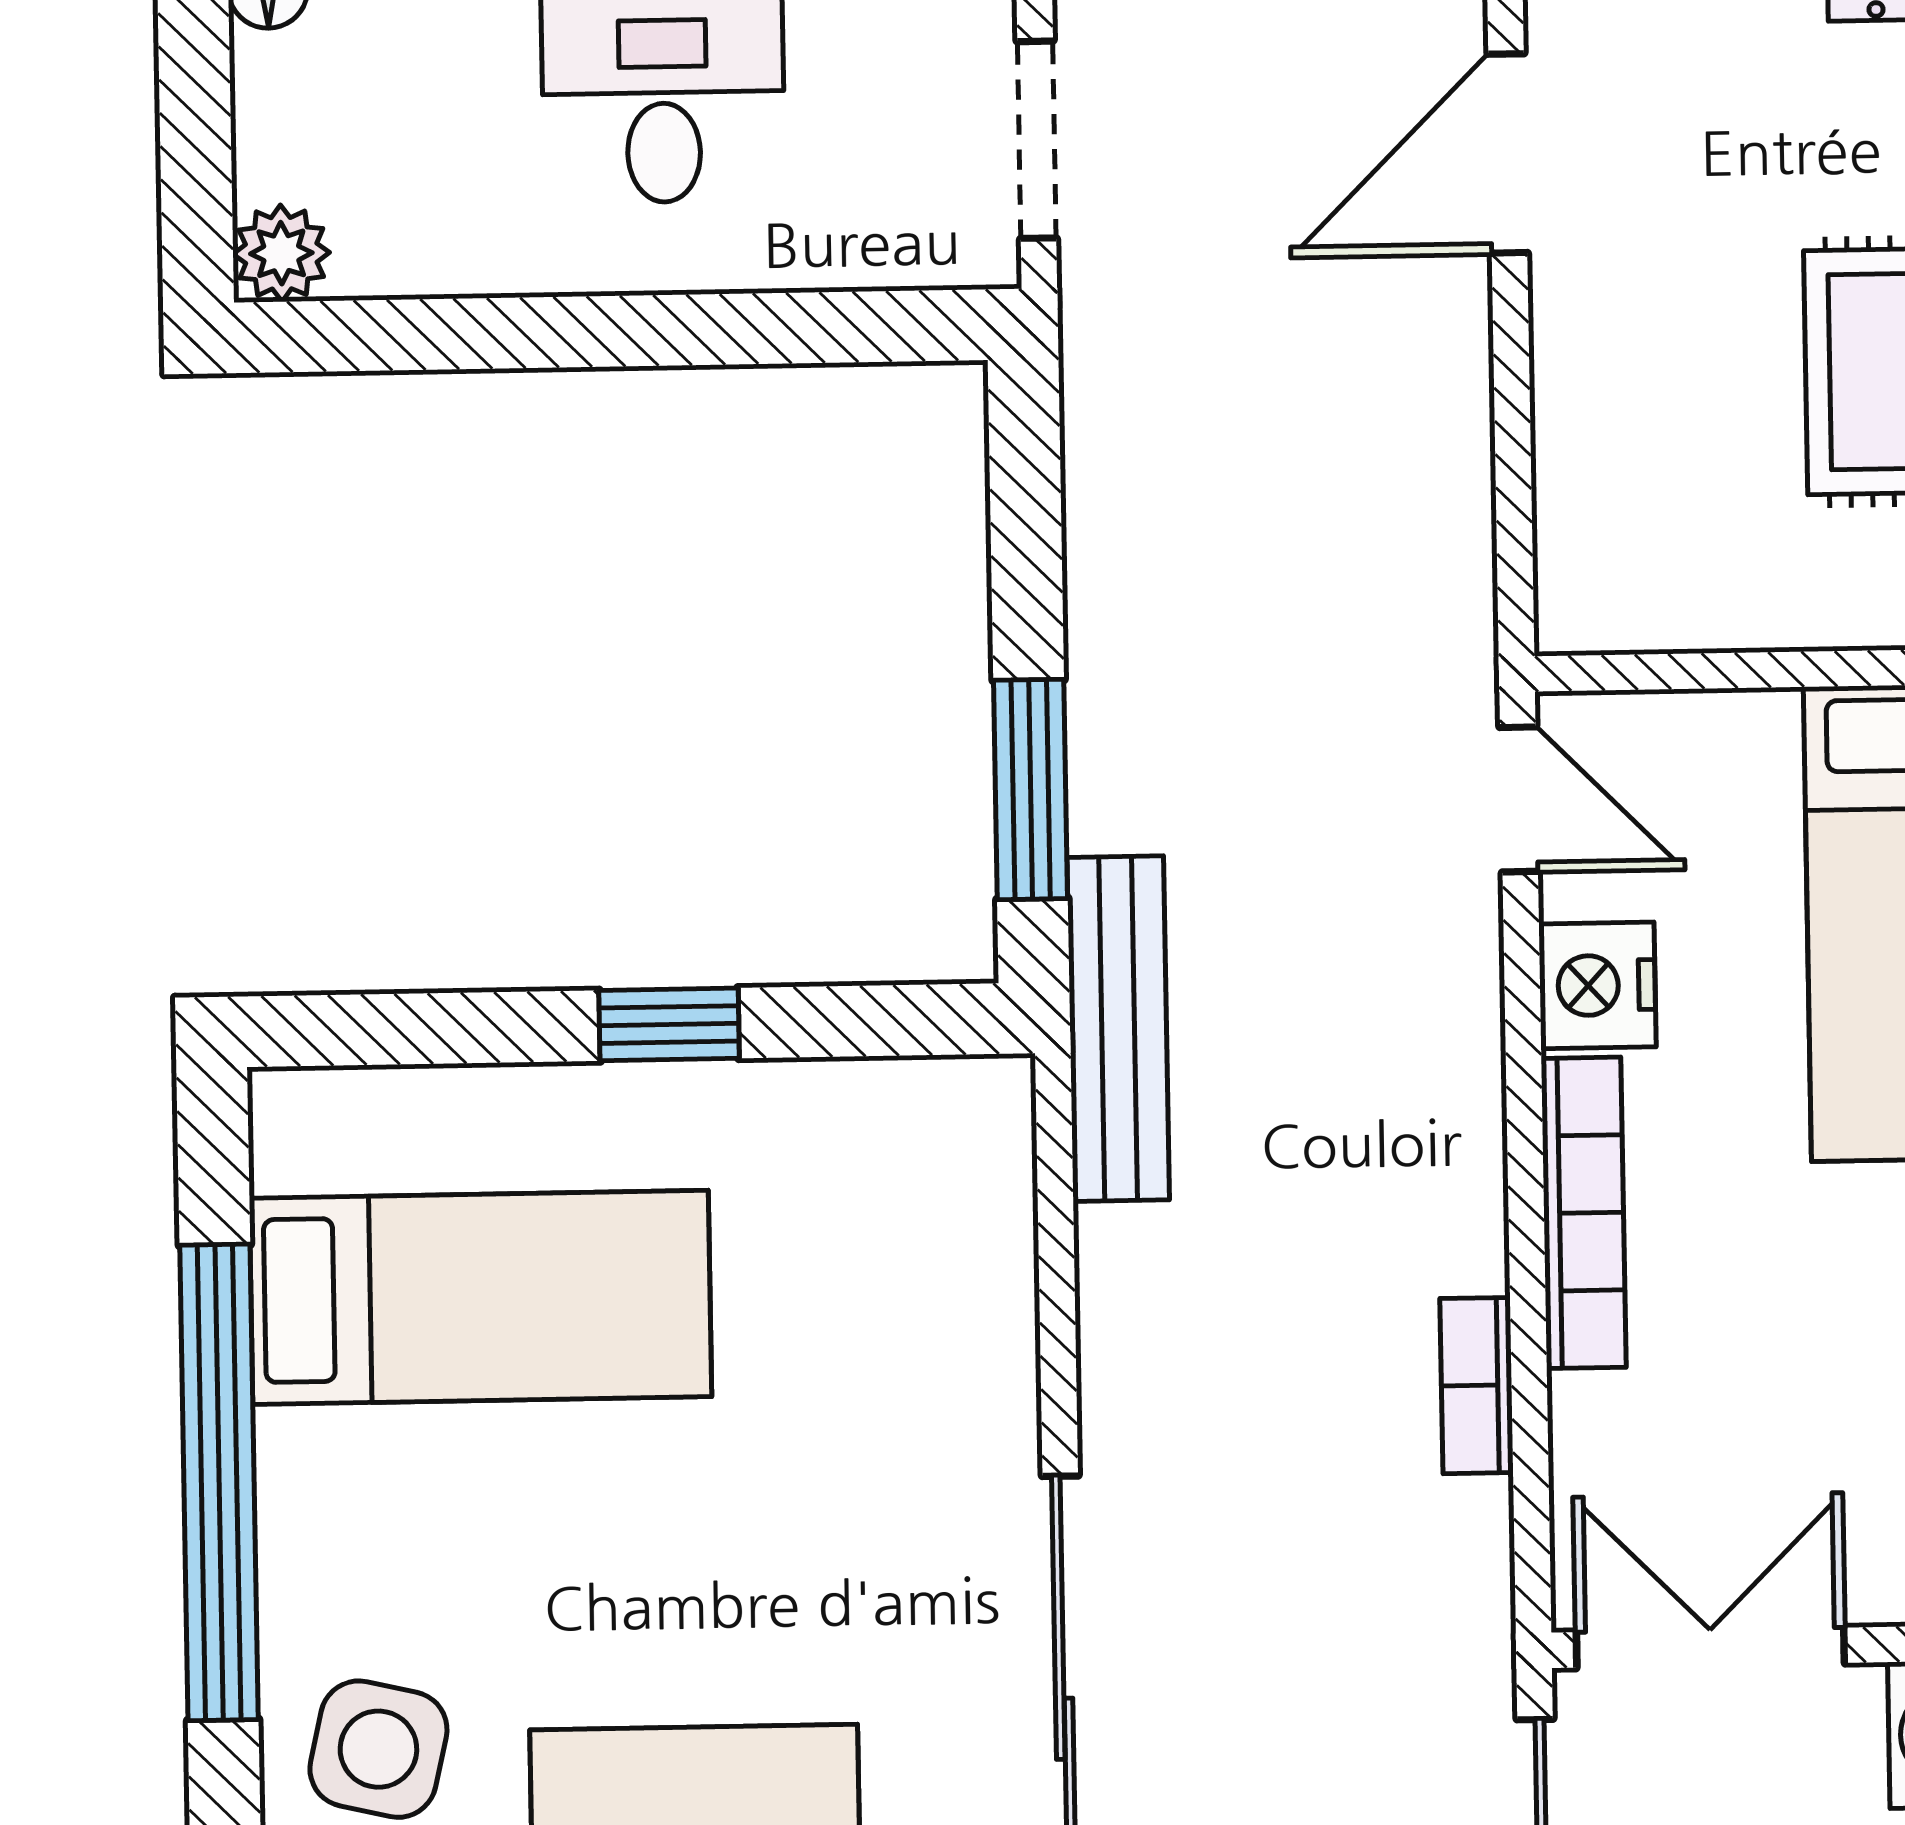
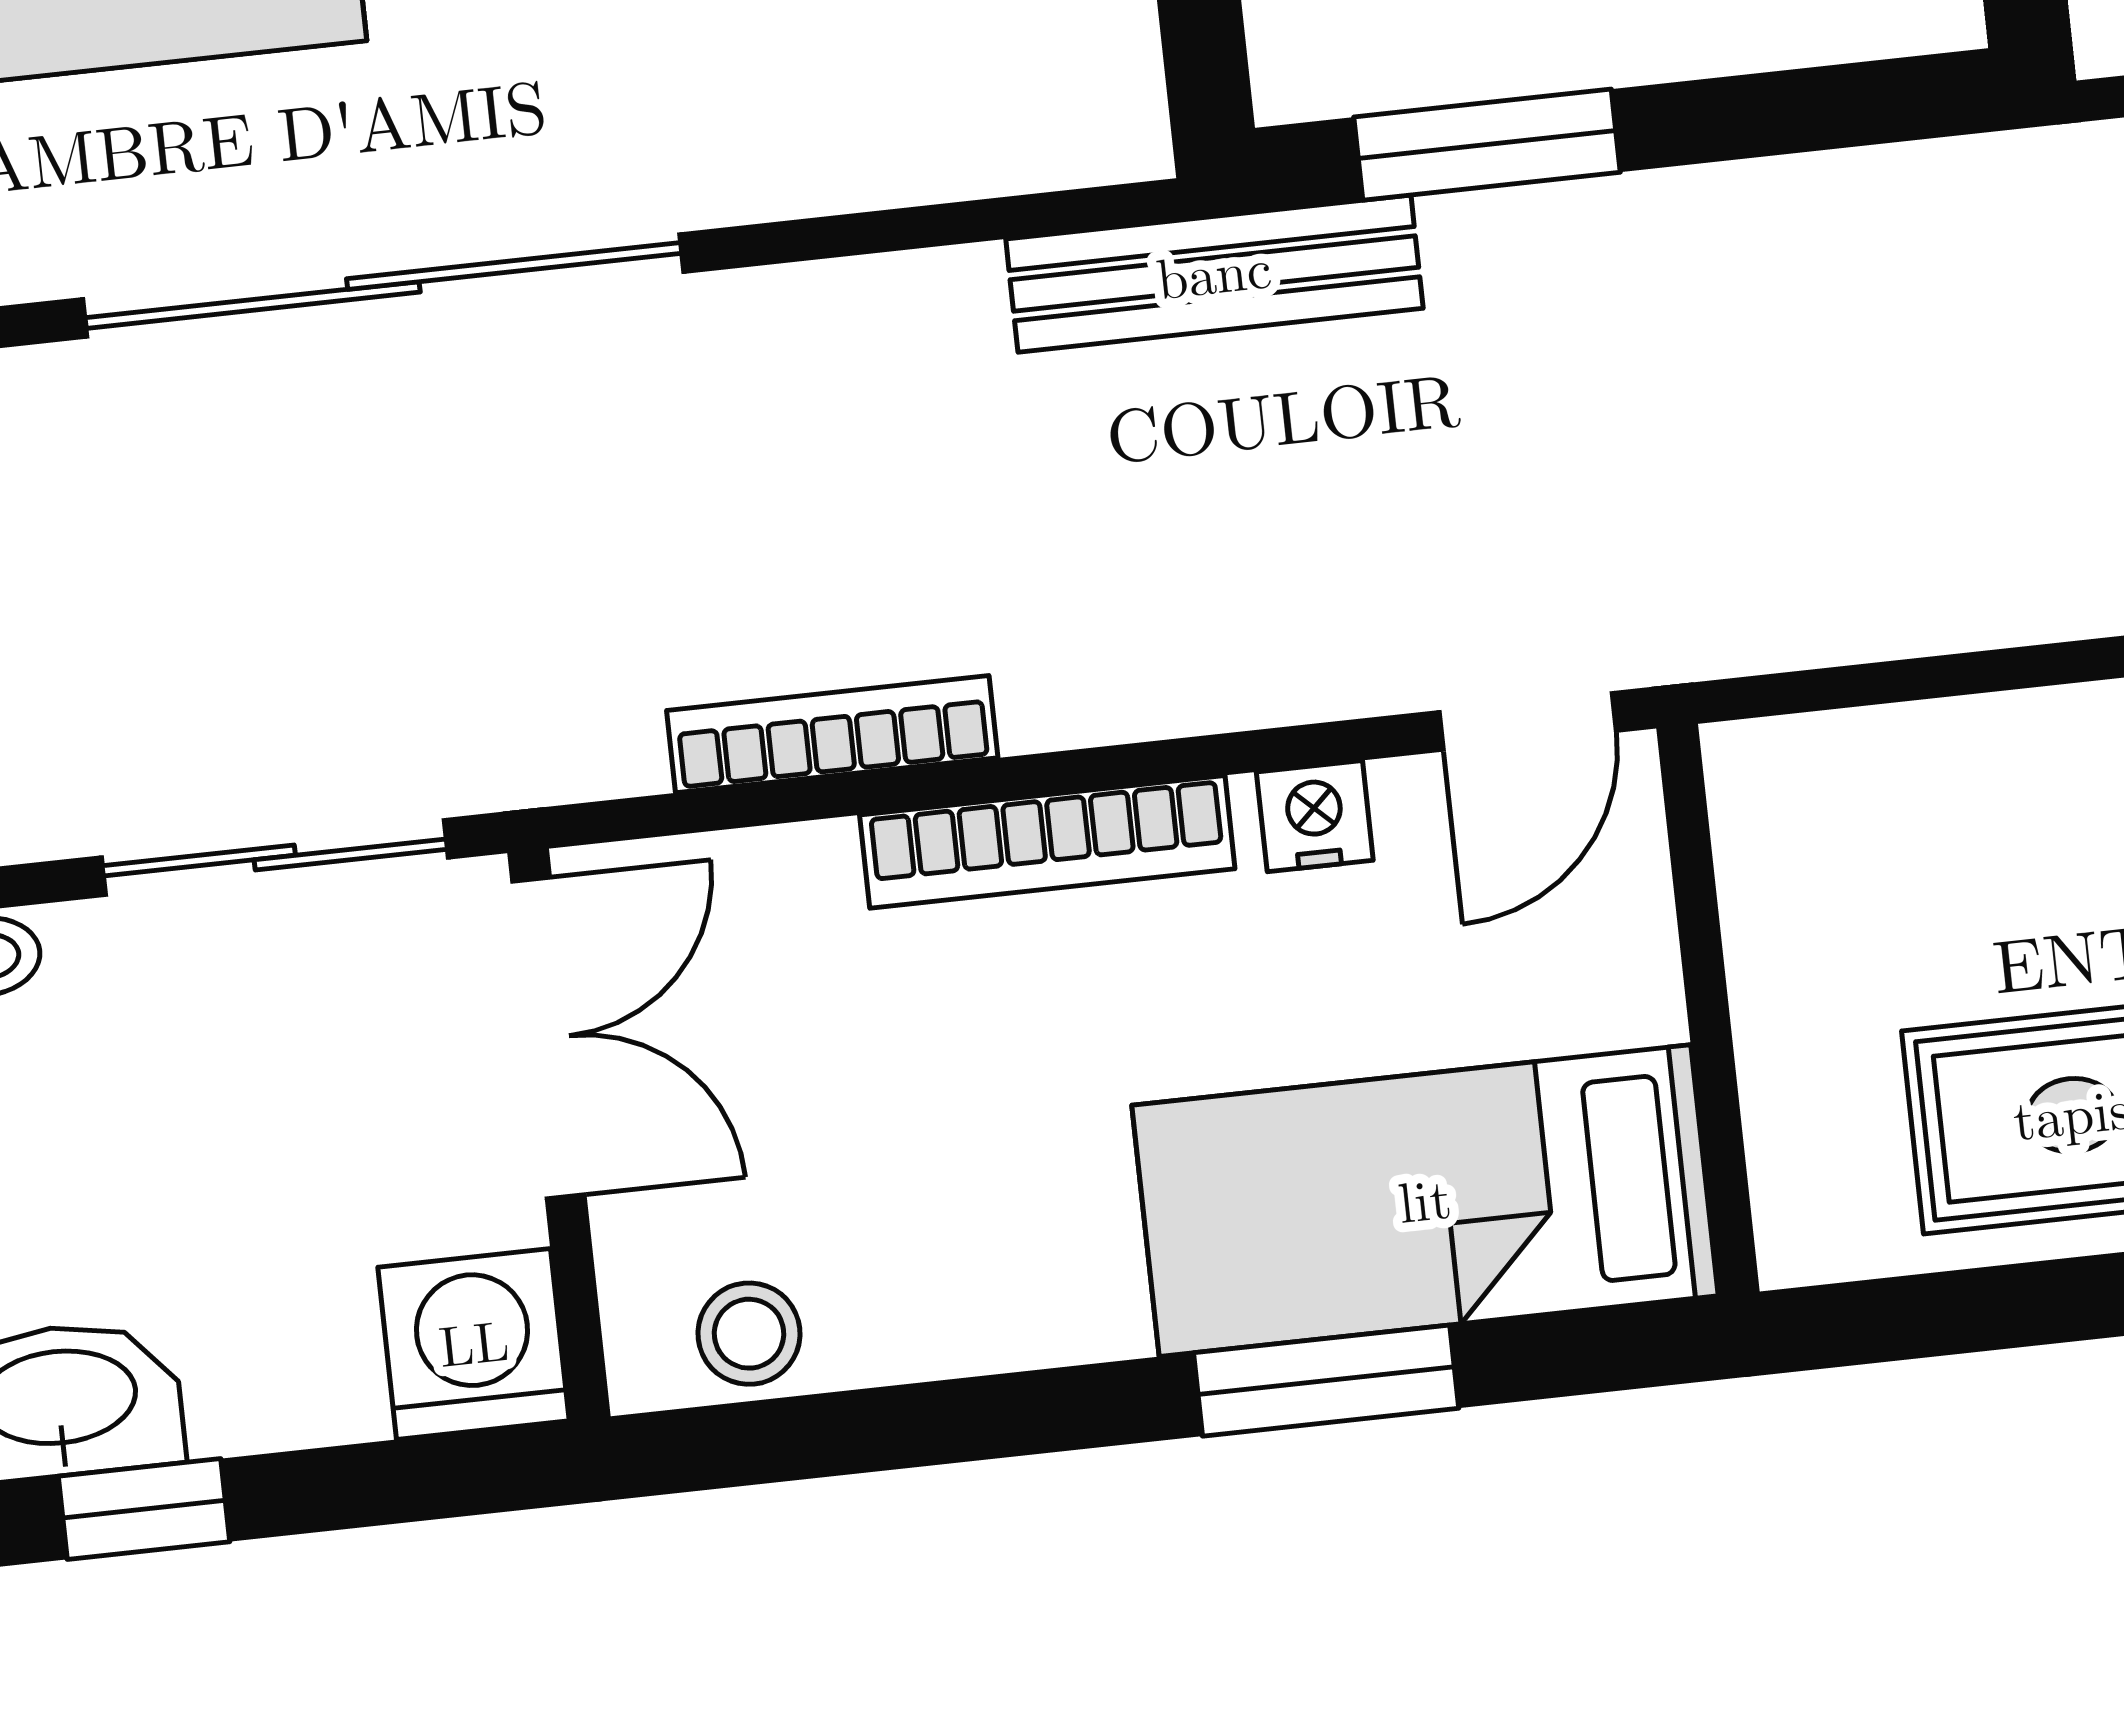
nightstand: (1597, 985) -> (1315, 816), width x0.72, depth x0.74
bookcase: (1477, 1386) -> (832, 734), width x1.56

